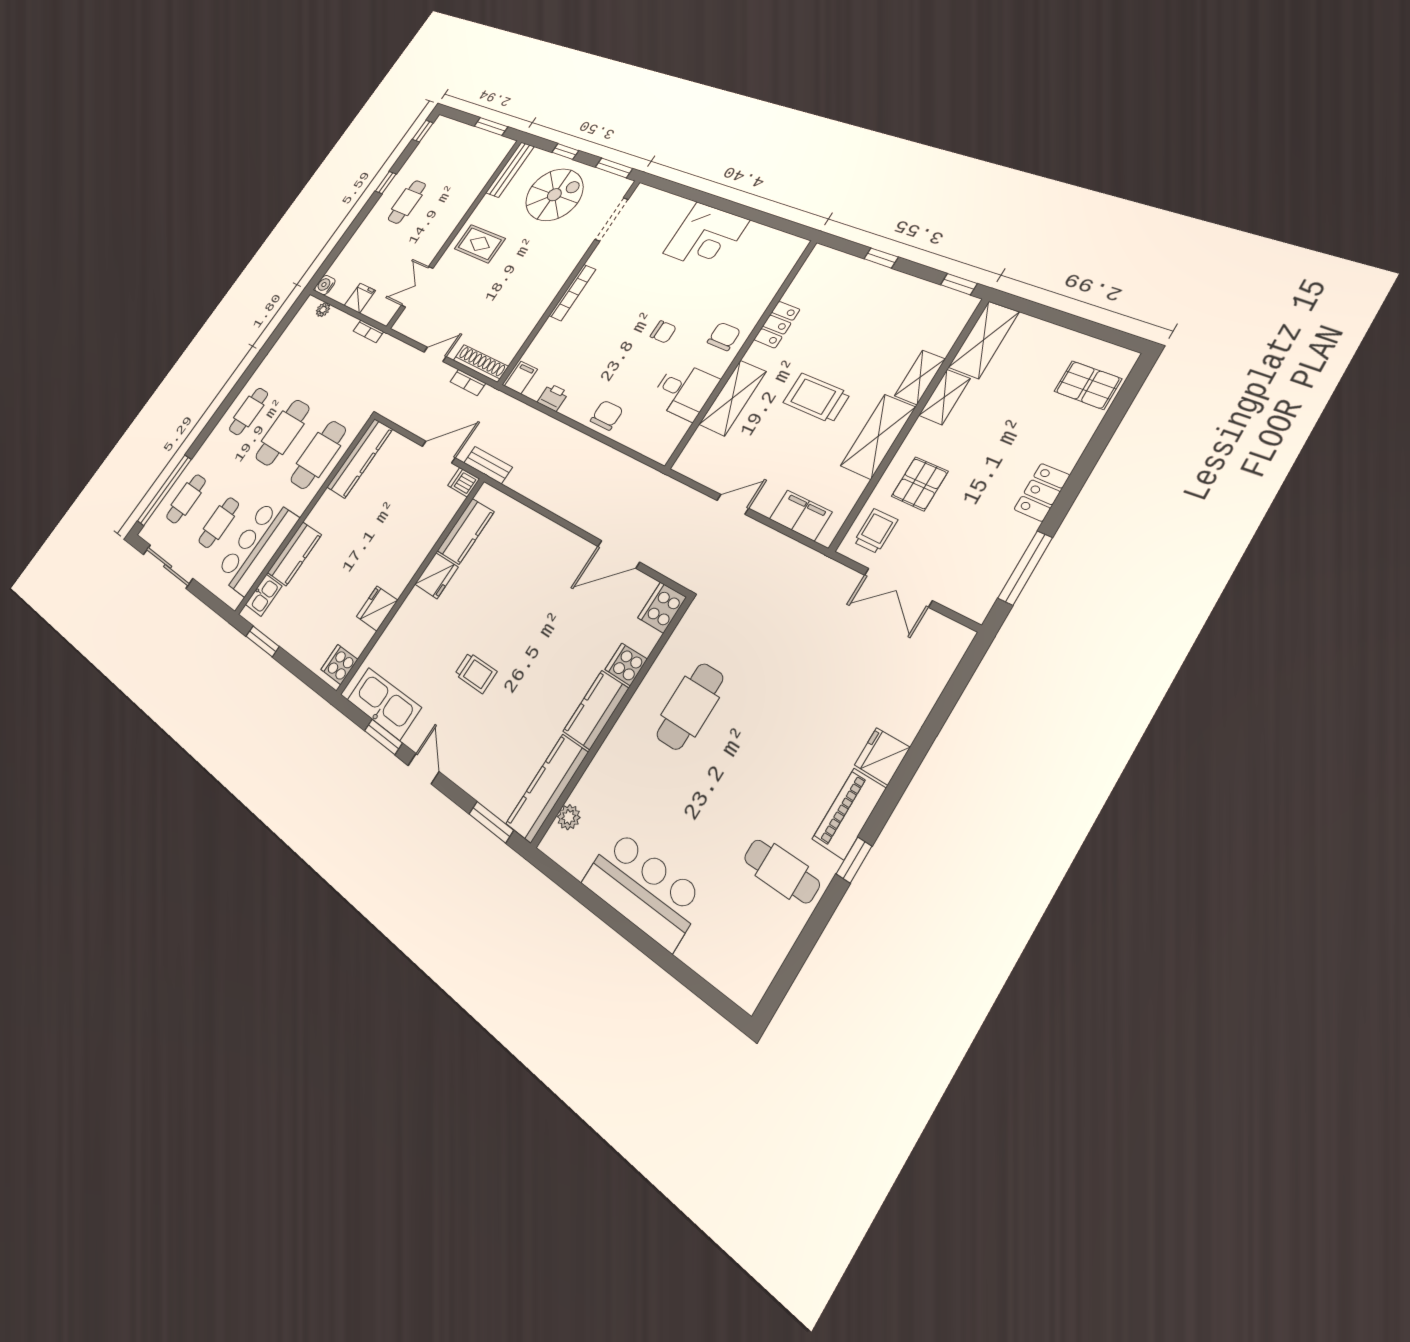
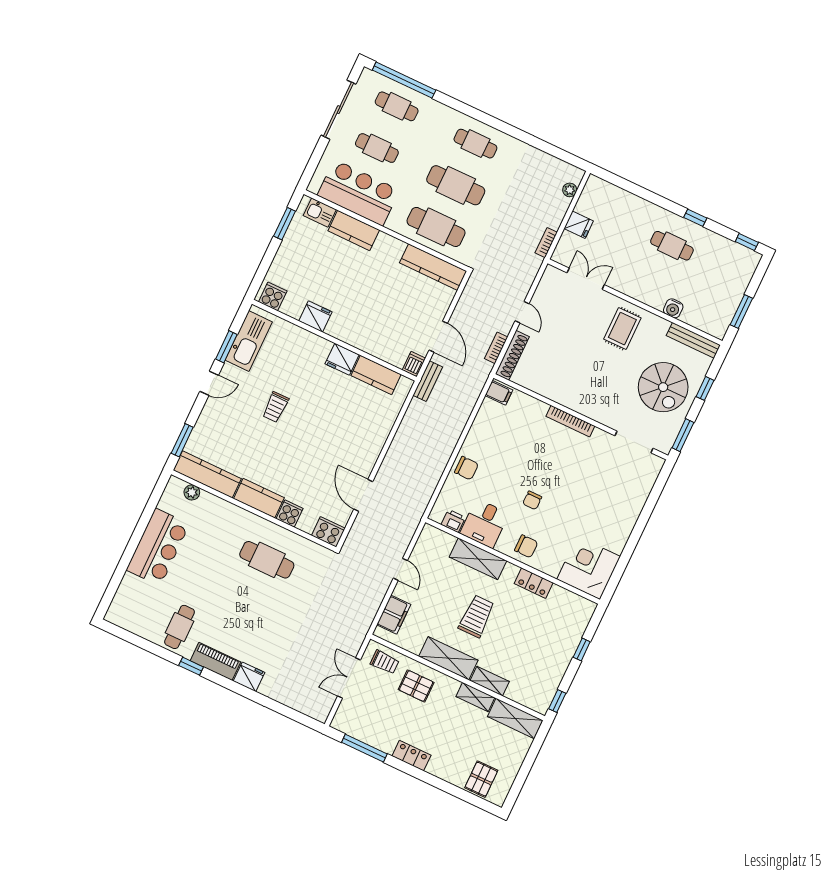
corner desk: (706, 237) -> (589, 568), moved, turned 90
water cooler: (325, 285) -> (673, 308), moved, turned 180
printer: (553, 397) -> (453, 521), moved, turned -90

